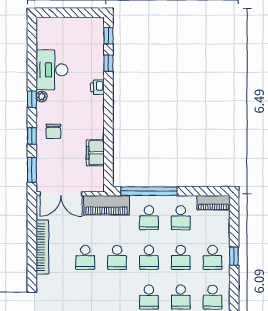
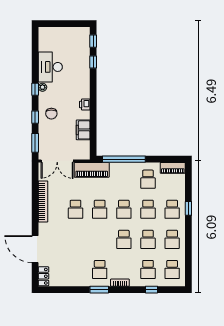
printer: (97, 87) -> (85, 105), moved
school desk: (149, 218) -> (124, 179), removed

